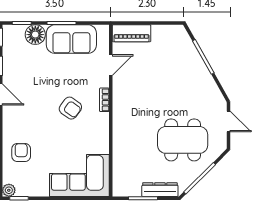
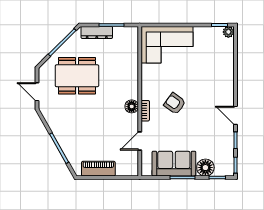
piano: (132, 33) -> (98, 169), moved
floor lamp: (120, 105) -> (132, 106), added
armchair: (21, 152) -> (218, 65), removed

